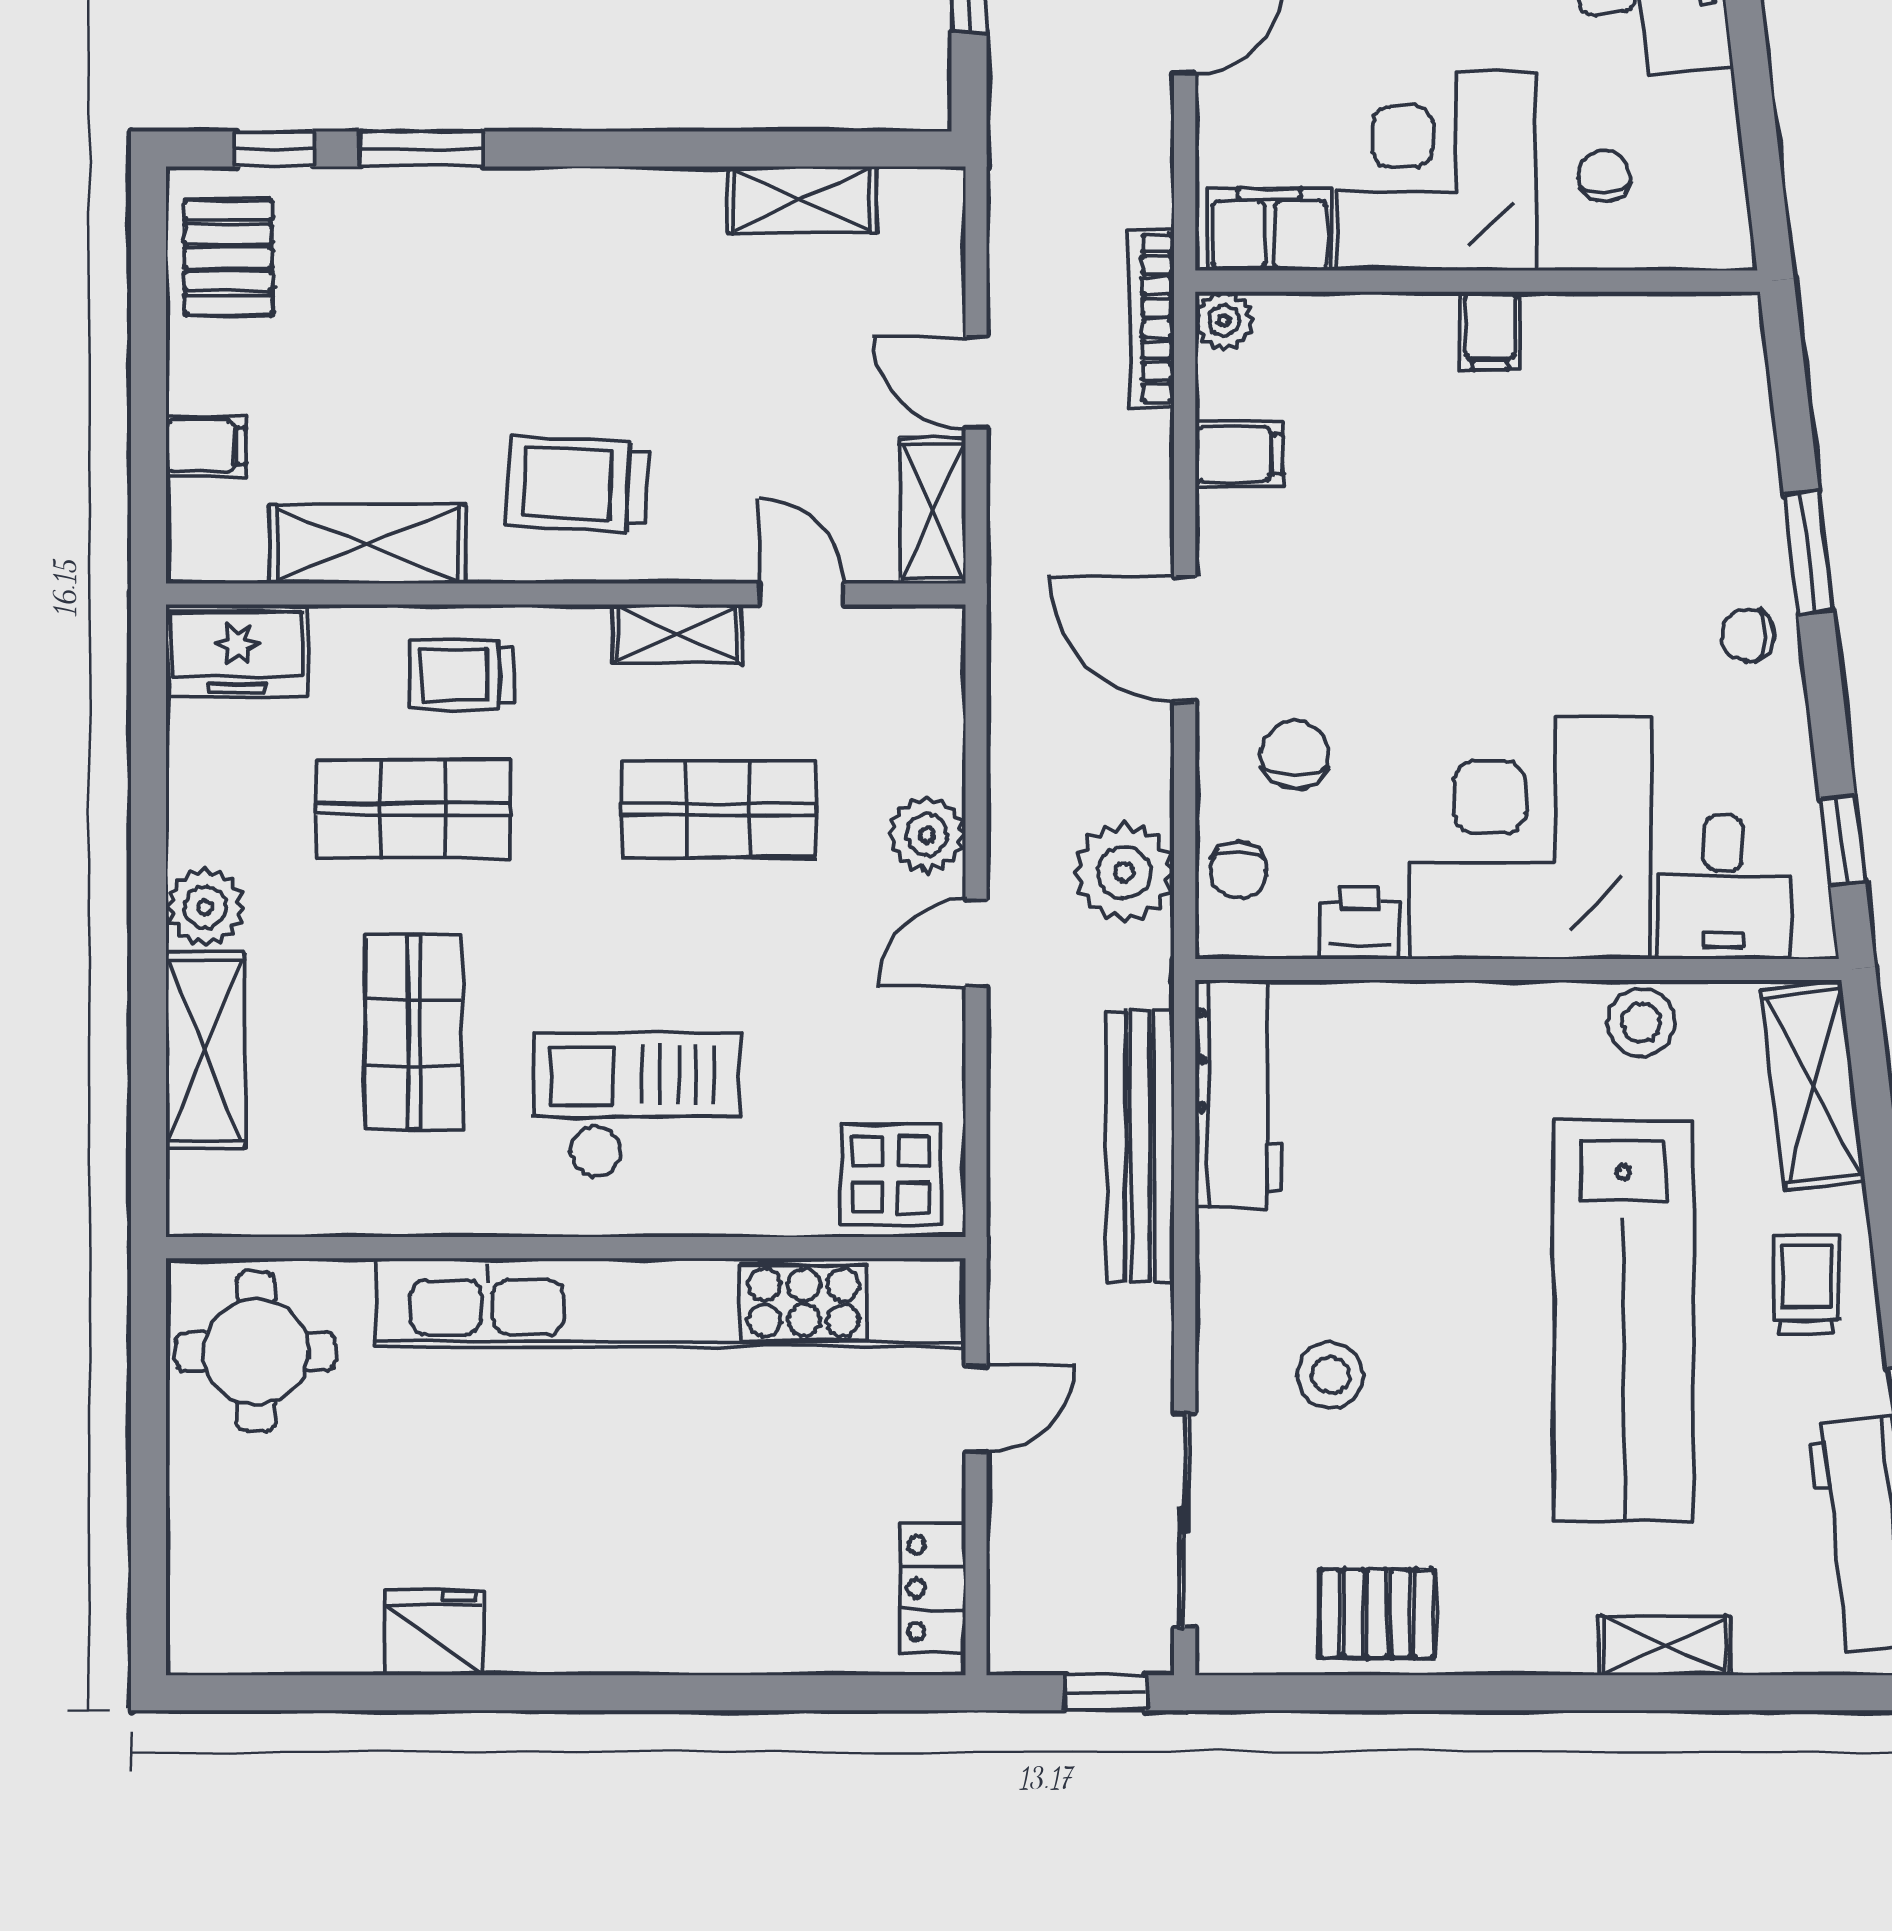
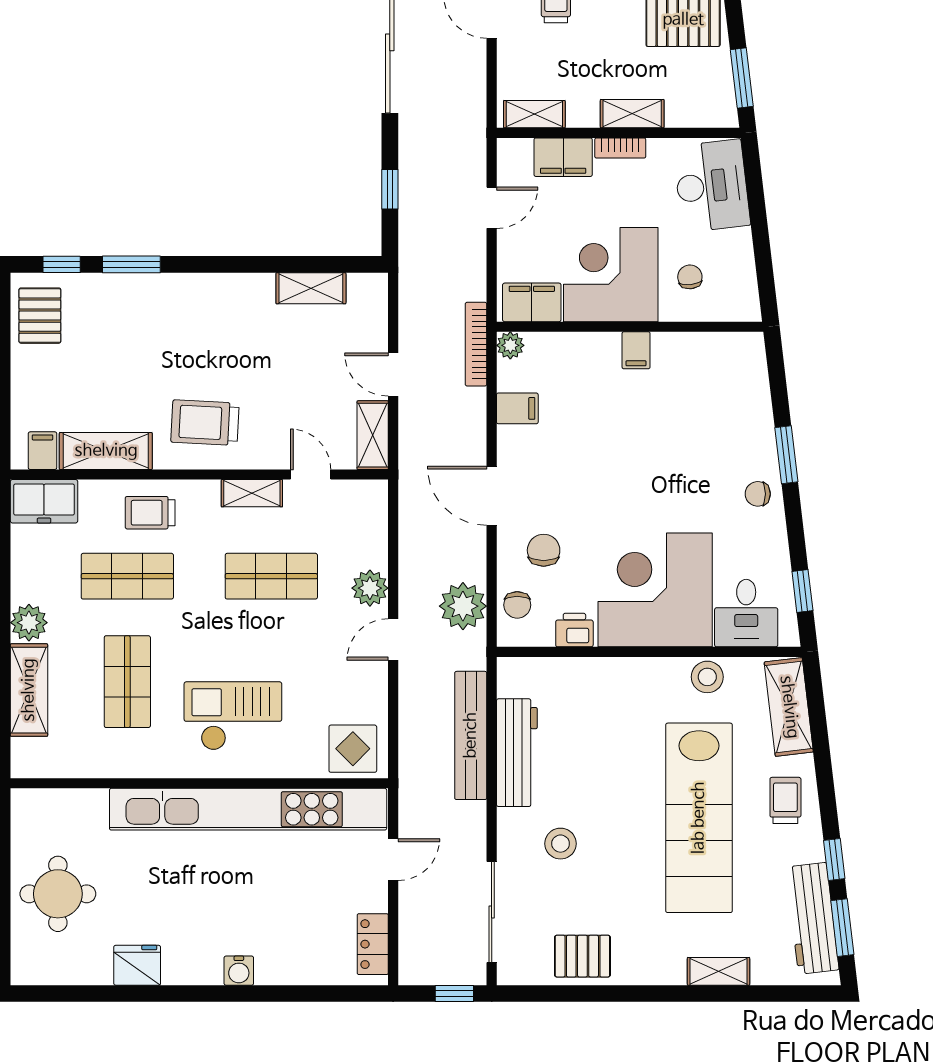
filing cabinet: (206, 446) -> (42, 451), moved, turned -90
workbench: (1238, 1094) -> (517, 753), moved
round table: (256, 1351) -> (58, 894), moved
water cooler: (649, 1644) -> (239, 971), added

